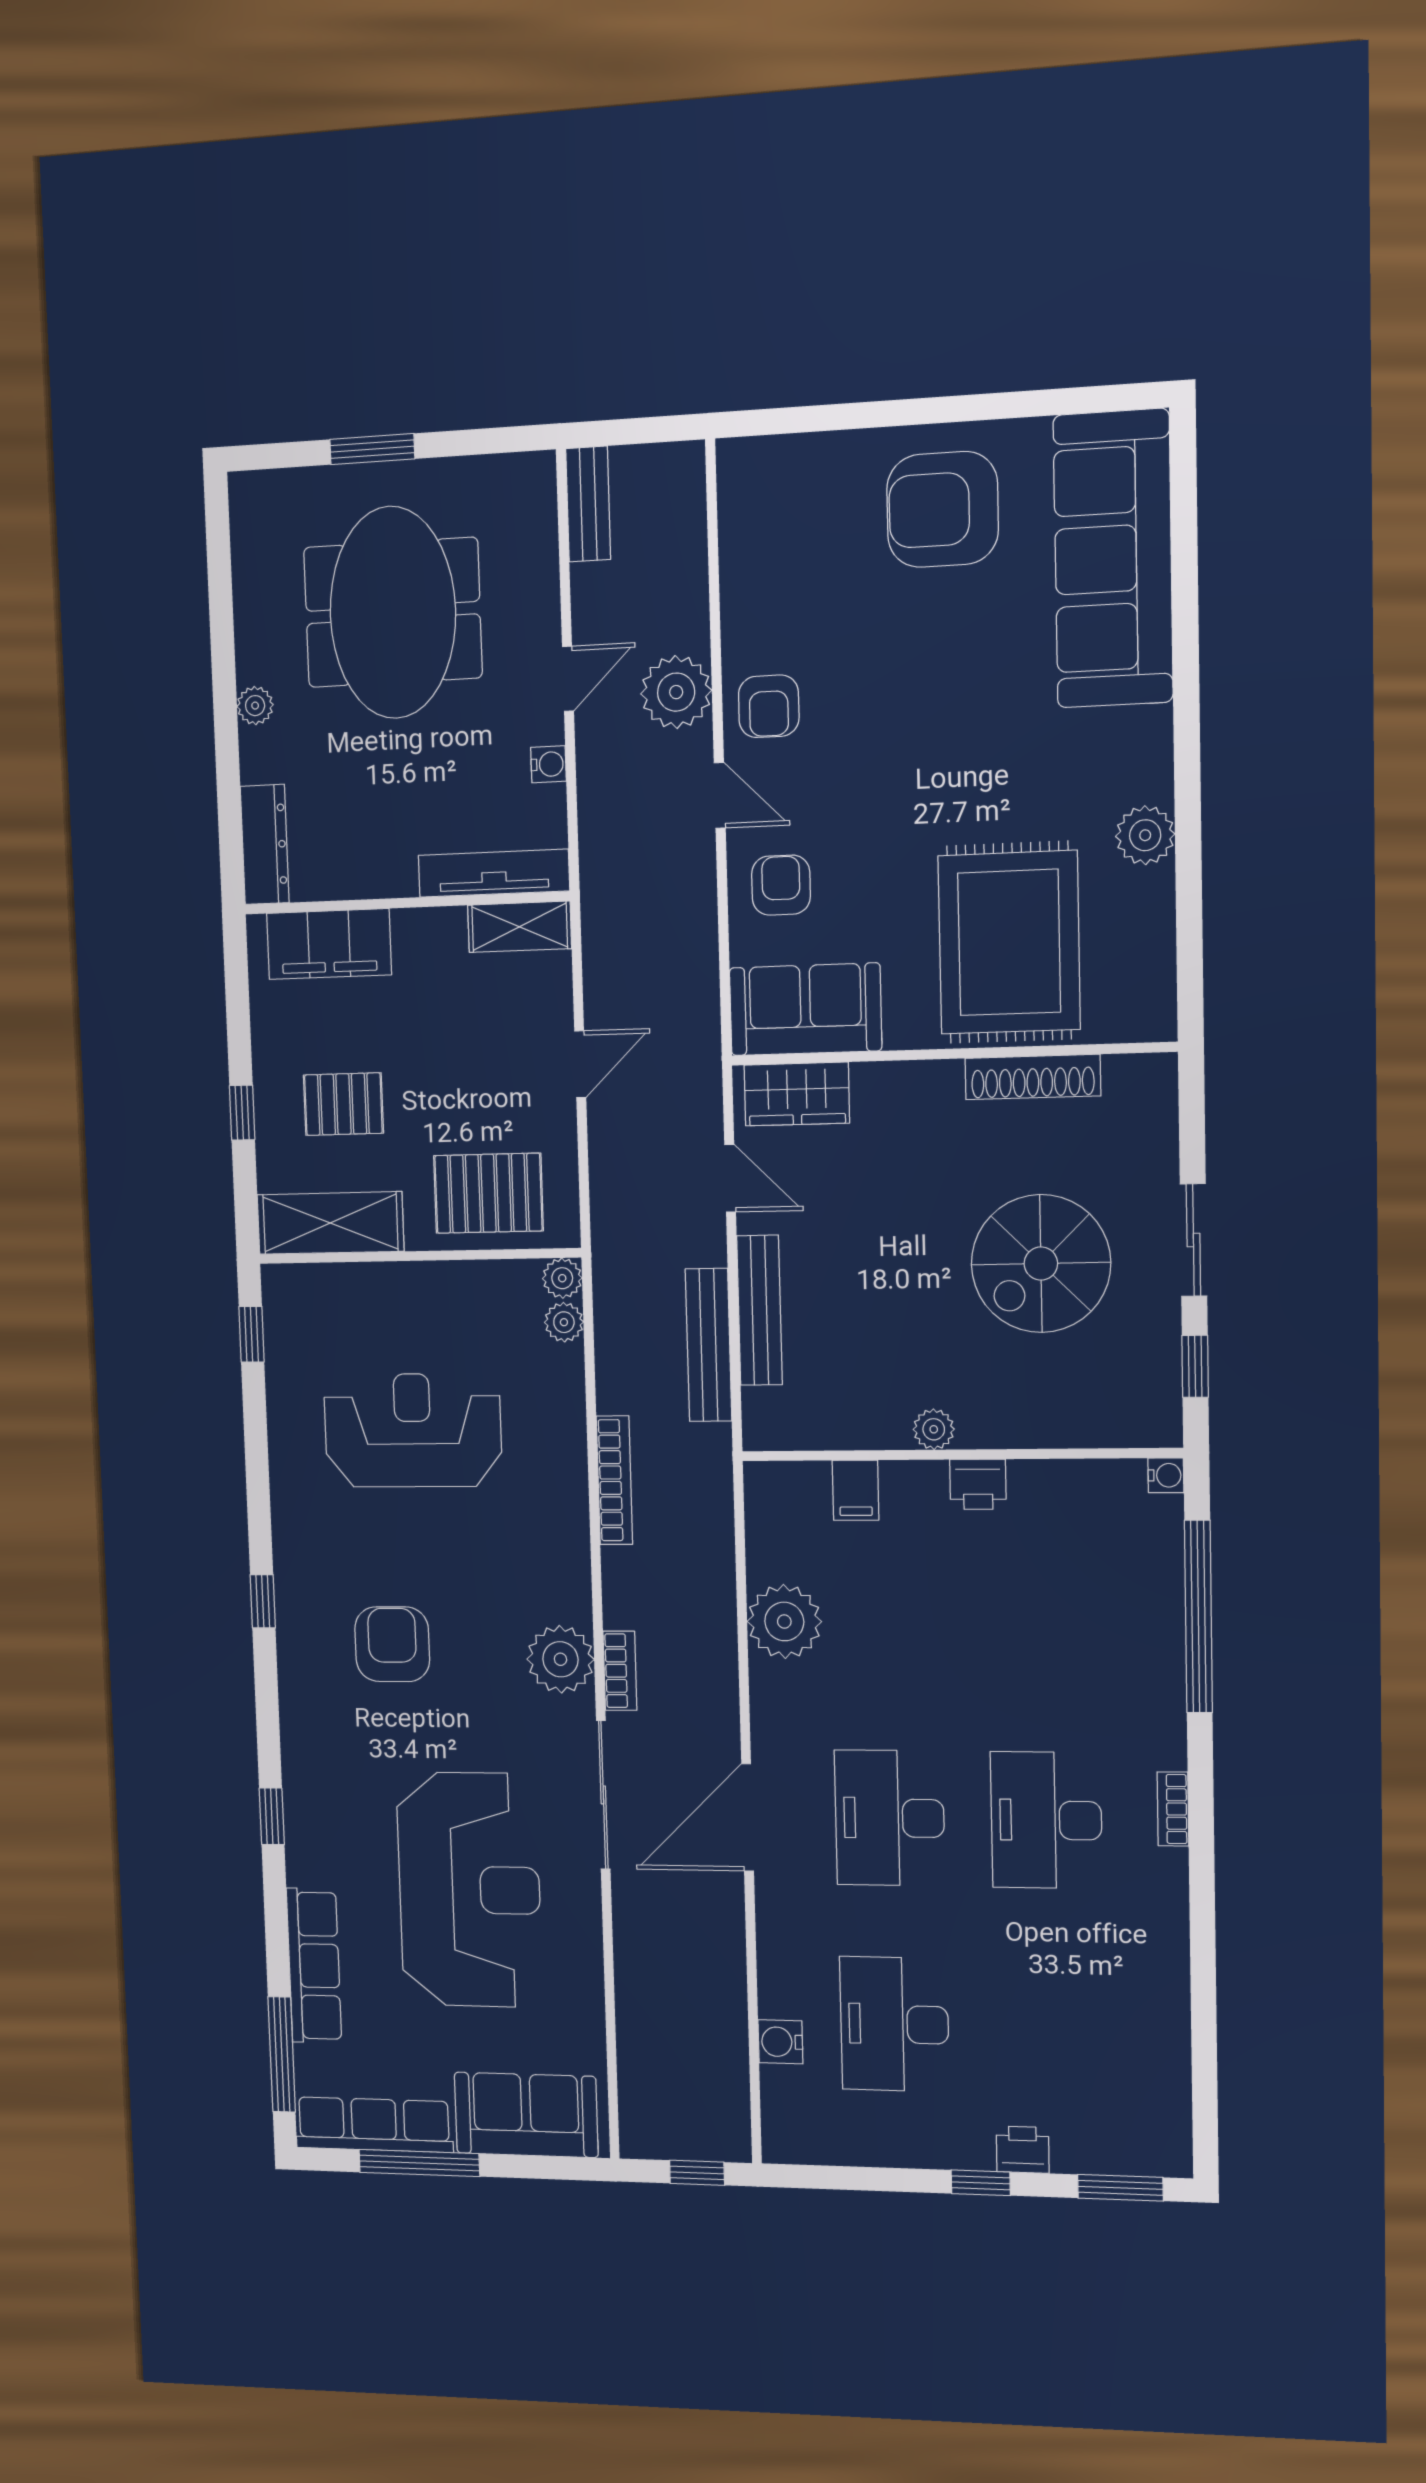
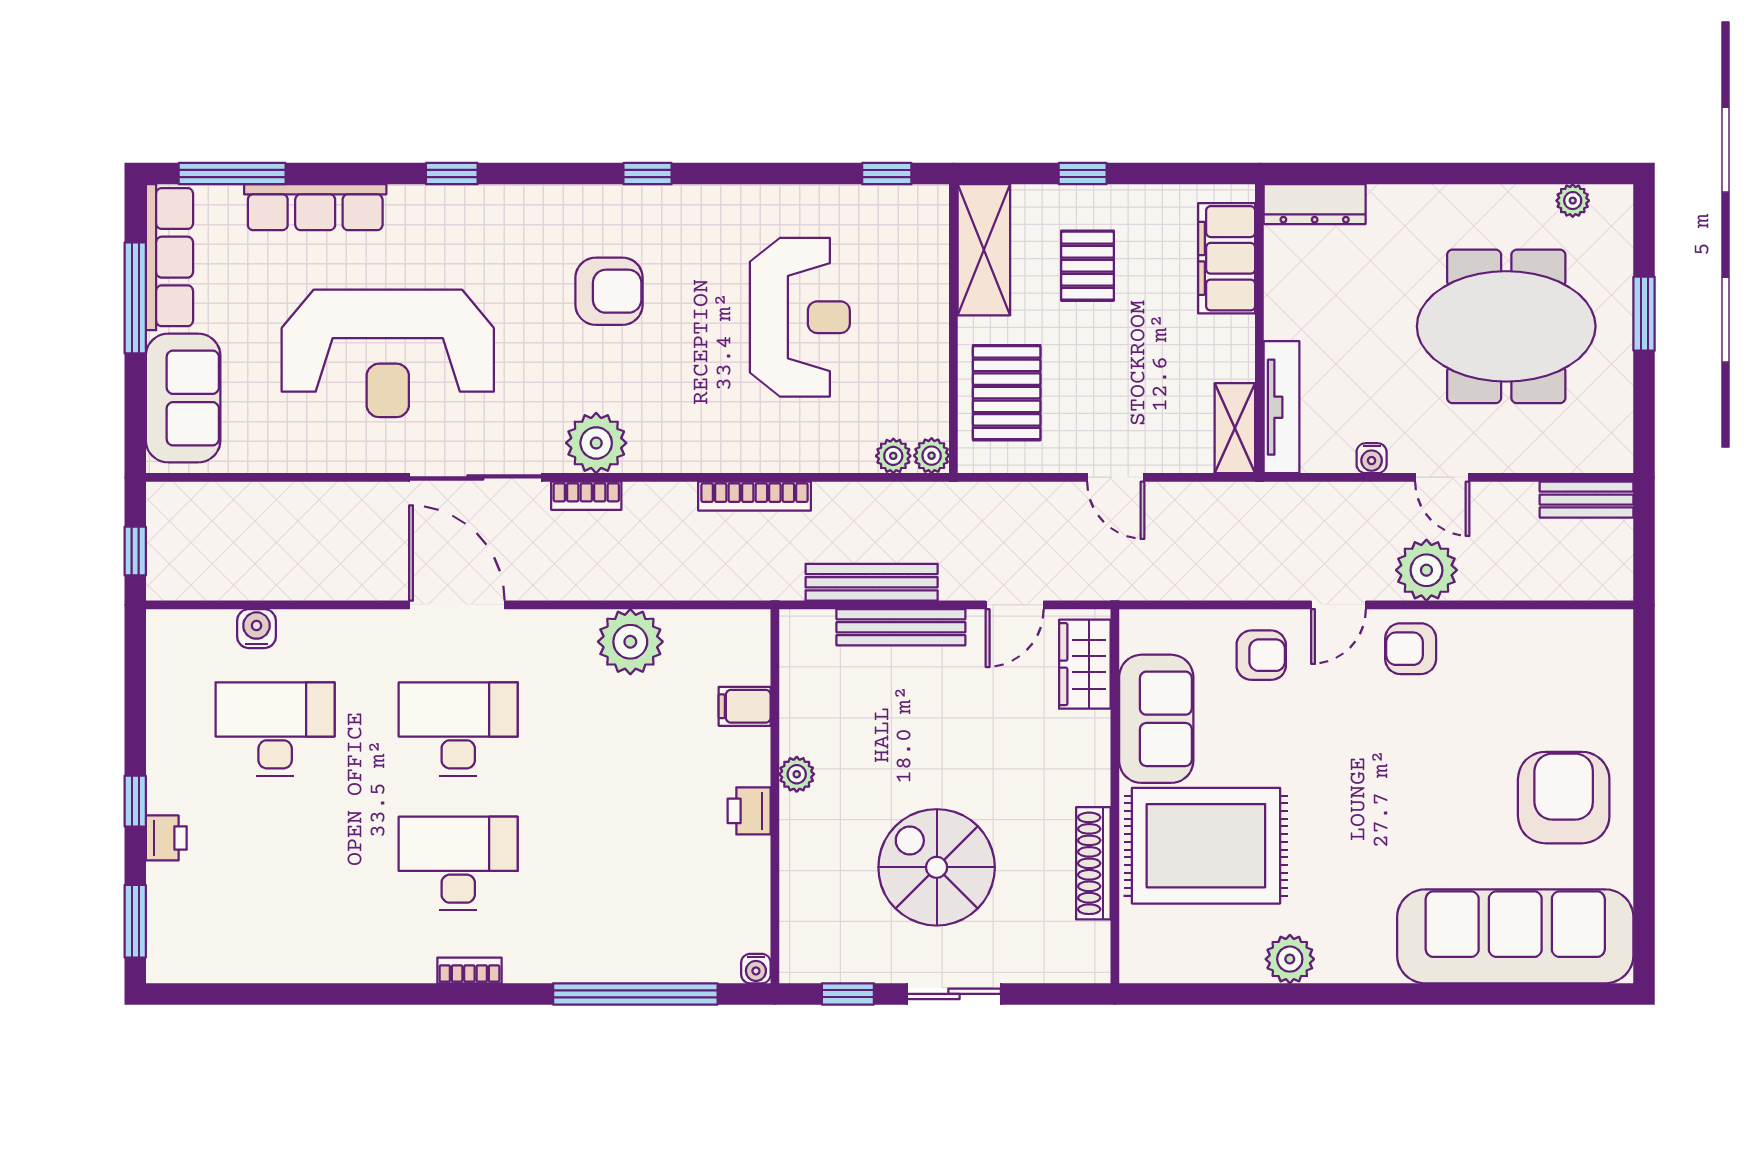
plant: (255, 706) -> (1573, 201), moved
sofa: (805, 1009) -> (1156, 719), moved

